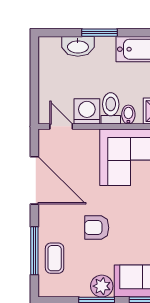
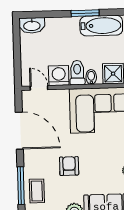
window: (100, 33) -> (85, 13), moved
washbasin: (78, 46) -> (32, 25), moved
armchair: (97, 228) -> (69, 166), turned 90

